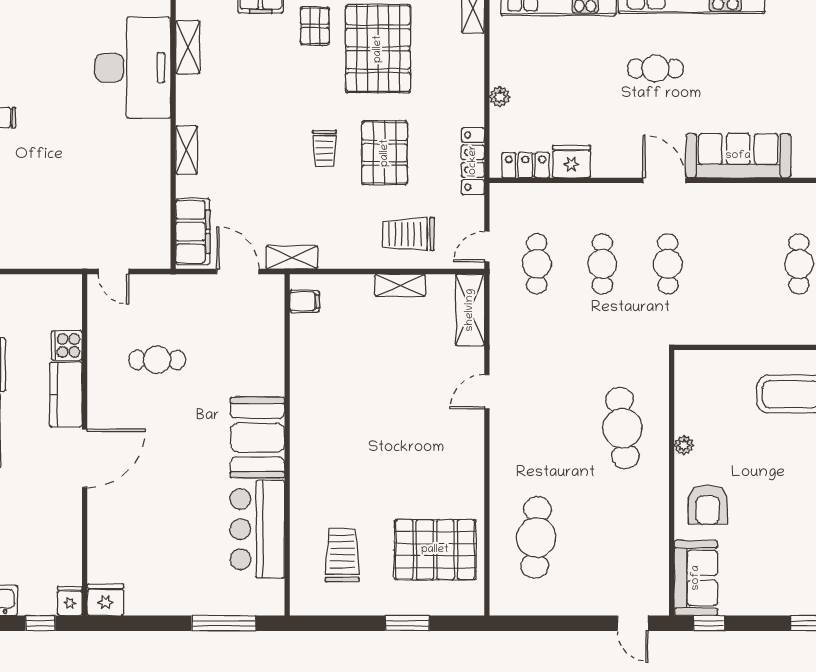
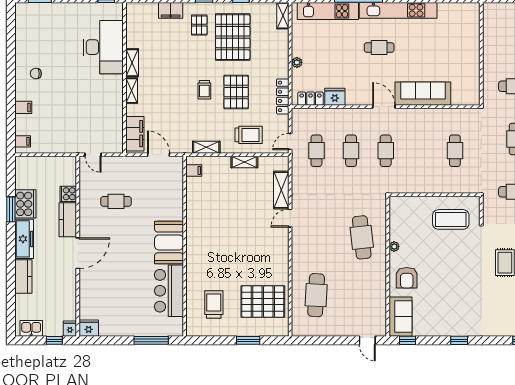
shelving: (188, 47) -> (132, 63), moved
trolley: (408, 234) -> (249, 135), turned 180
shelving: (292, 257) -> (206, 147), moved
shelving: (470, 310) -> (281, 190), moved

